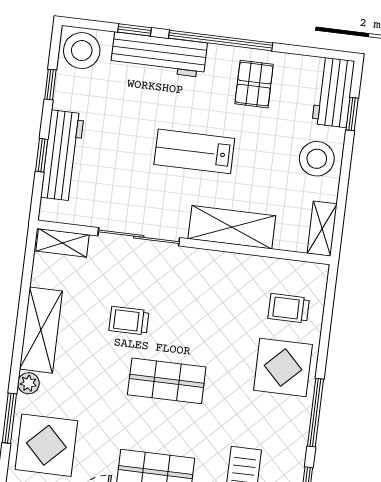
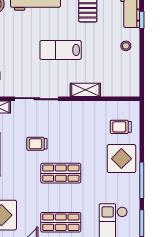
stool: (317, 159) -> (126, 46), width x0.53, depth x0.53
shelving: (232, 227) -> (85, 90), width x0.67, depth x0.75
shelving: (322, 229) -> (133, 82), removed

